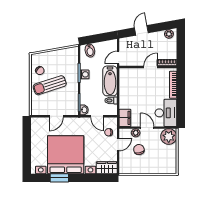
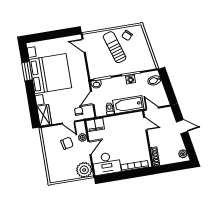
door: (150, 67) -> (145, 124), moved
door: (56, 116) -> (84, 46), moved

